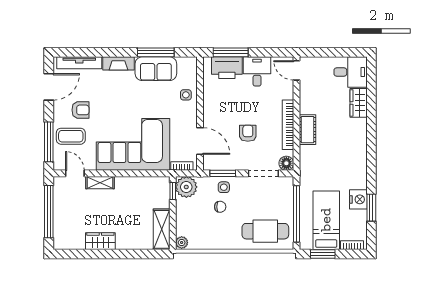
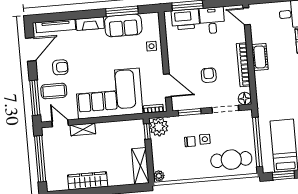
cot: (308, 130) -> (260, 57), moved
side table: (224, 187) -> (205, 139), moved
wardrobe: (100, 241) -> (88, 181), width x1.50

